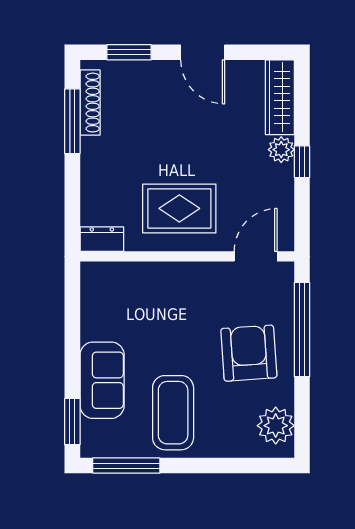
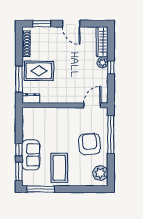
window: (72, 121) -> (19, 79), moved
rug: (179, 208) -> (39, 71), moved
window: (72, 367) -> (19, 150), added

